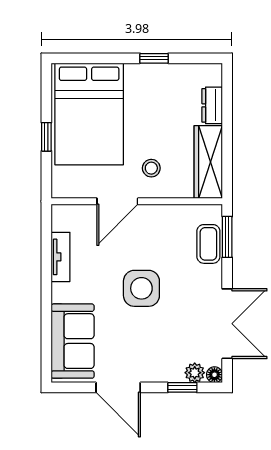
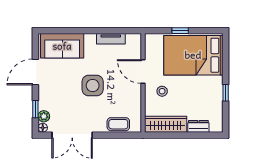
window: (227, 237) -> (122, 135), removed

